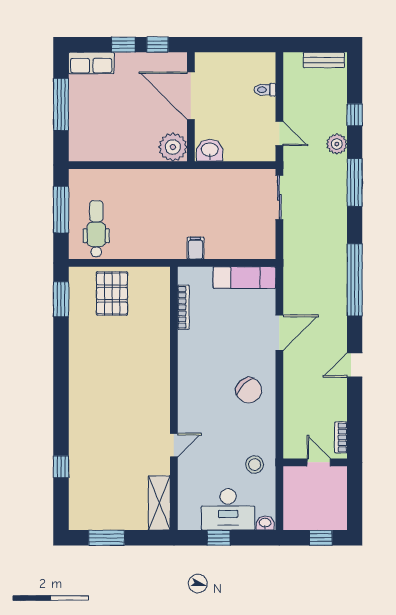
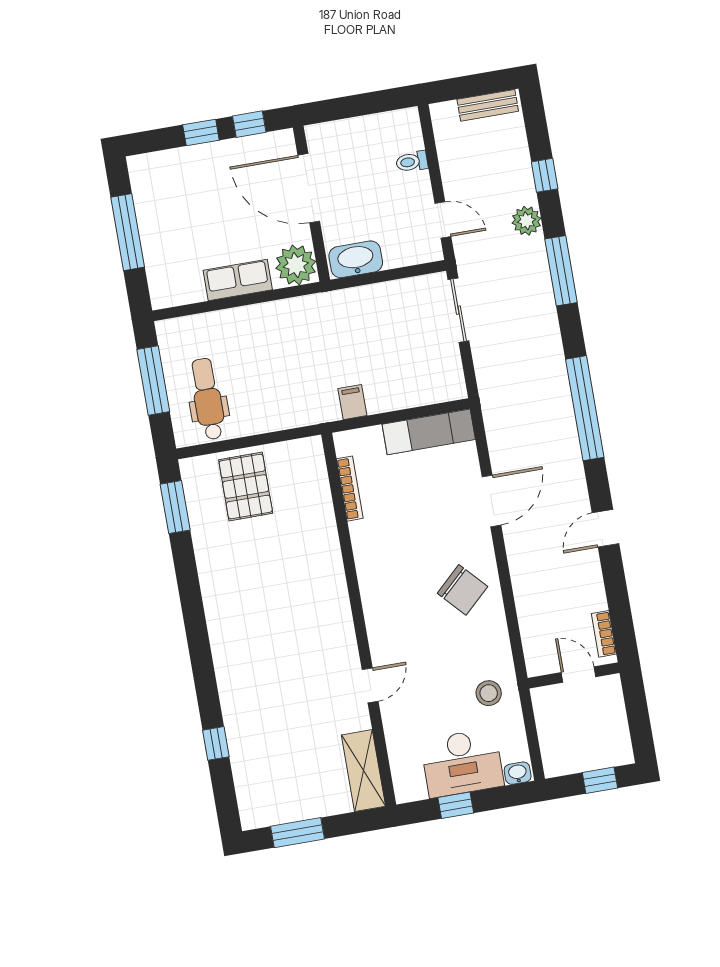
row of seats: (91, 63) -> (238, 280), moved, turned 180
washbasin: (210, 150) -> (356, 259), width x1.38

